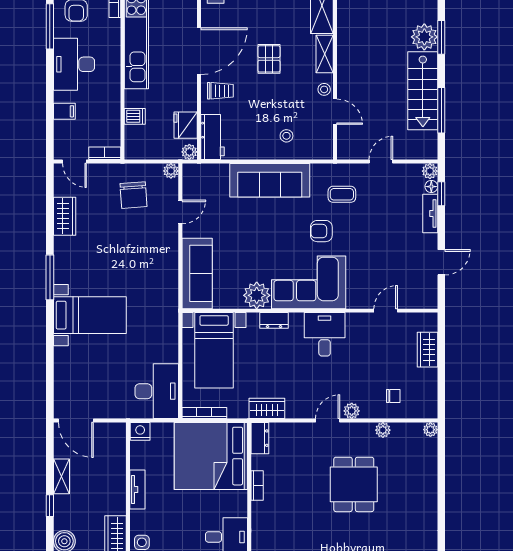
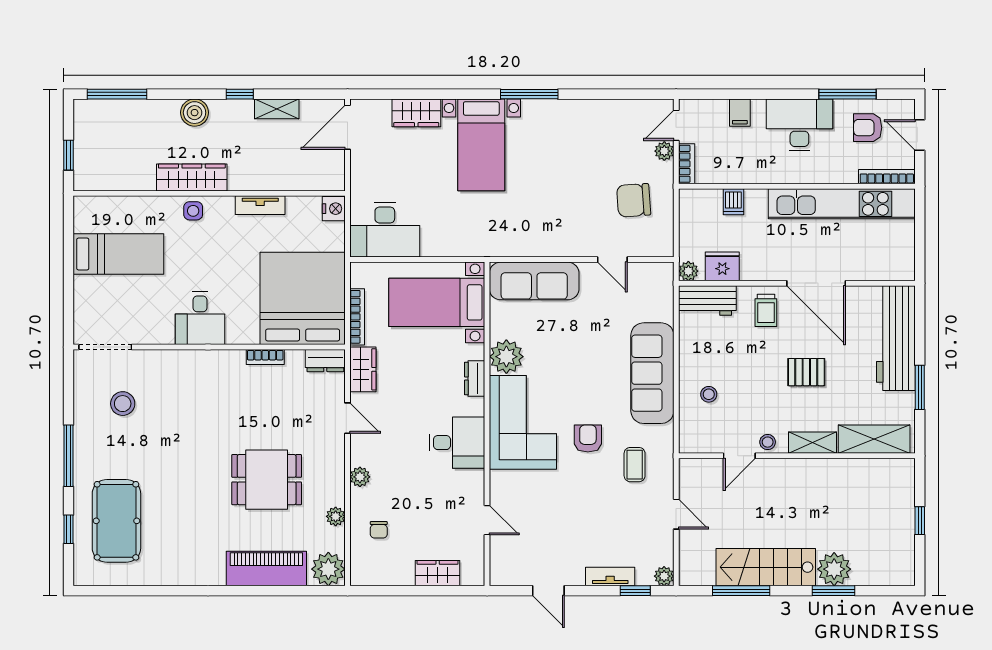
plant: (171, 171) -> (664, 151), moved
floor lamp: (431, 187) -> (644, 578), removed
wardrobe: (65, 216) -> (416, 113), moved
bookcase: (204, 413) -> (357, 317), moved
door: (328, 421) -> (348, 418), moved
plant: (430, 430) -> (328, 569), width x1.88, depth x1.88
piano: (424, 485) -> (266, 569), added

